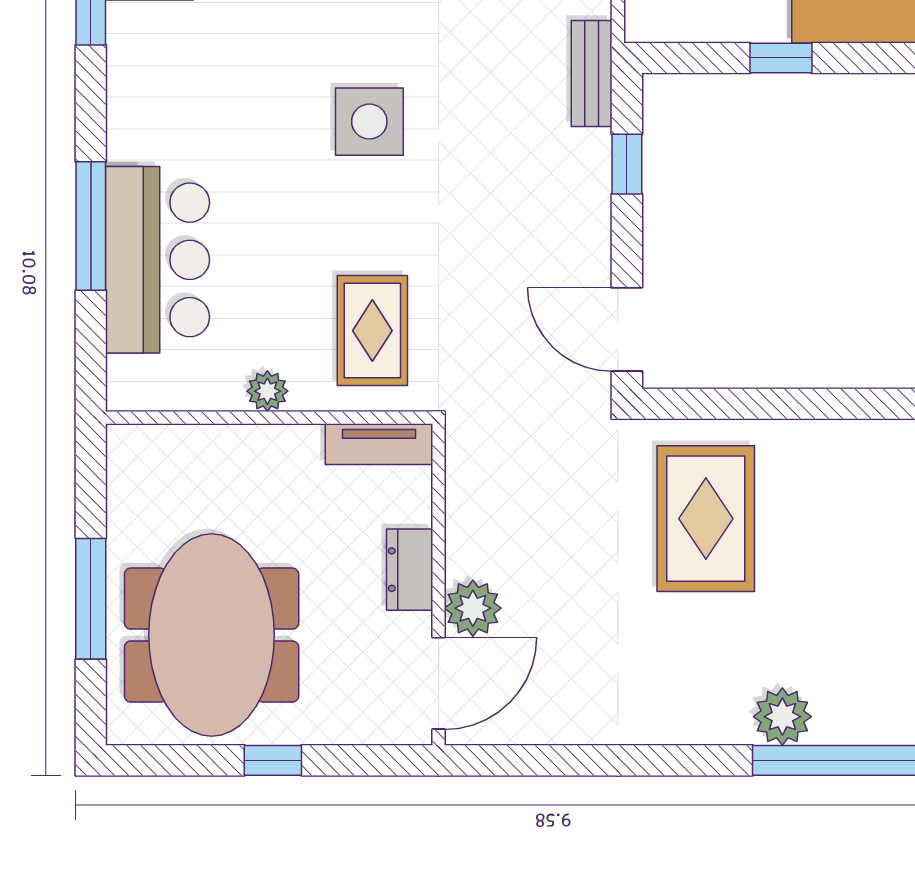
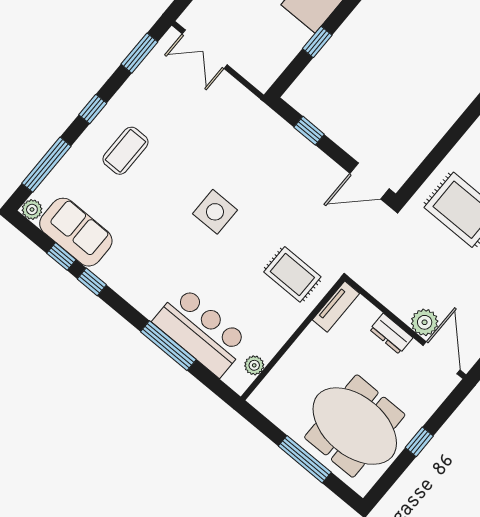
bench: (592, 74) -> (265, 116), removed
plant: (267, 391) -> (254, 365), moved

